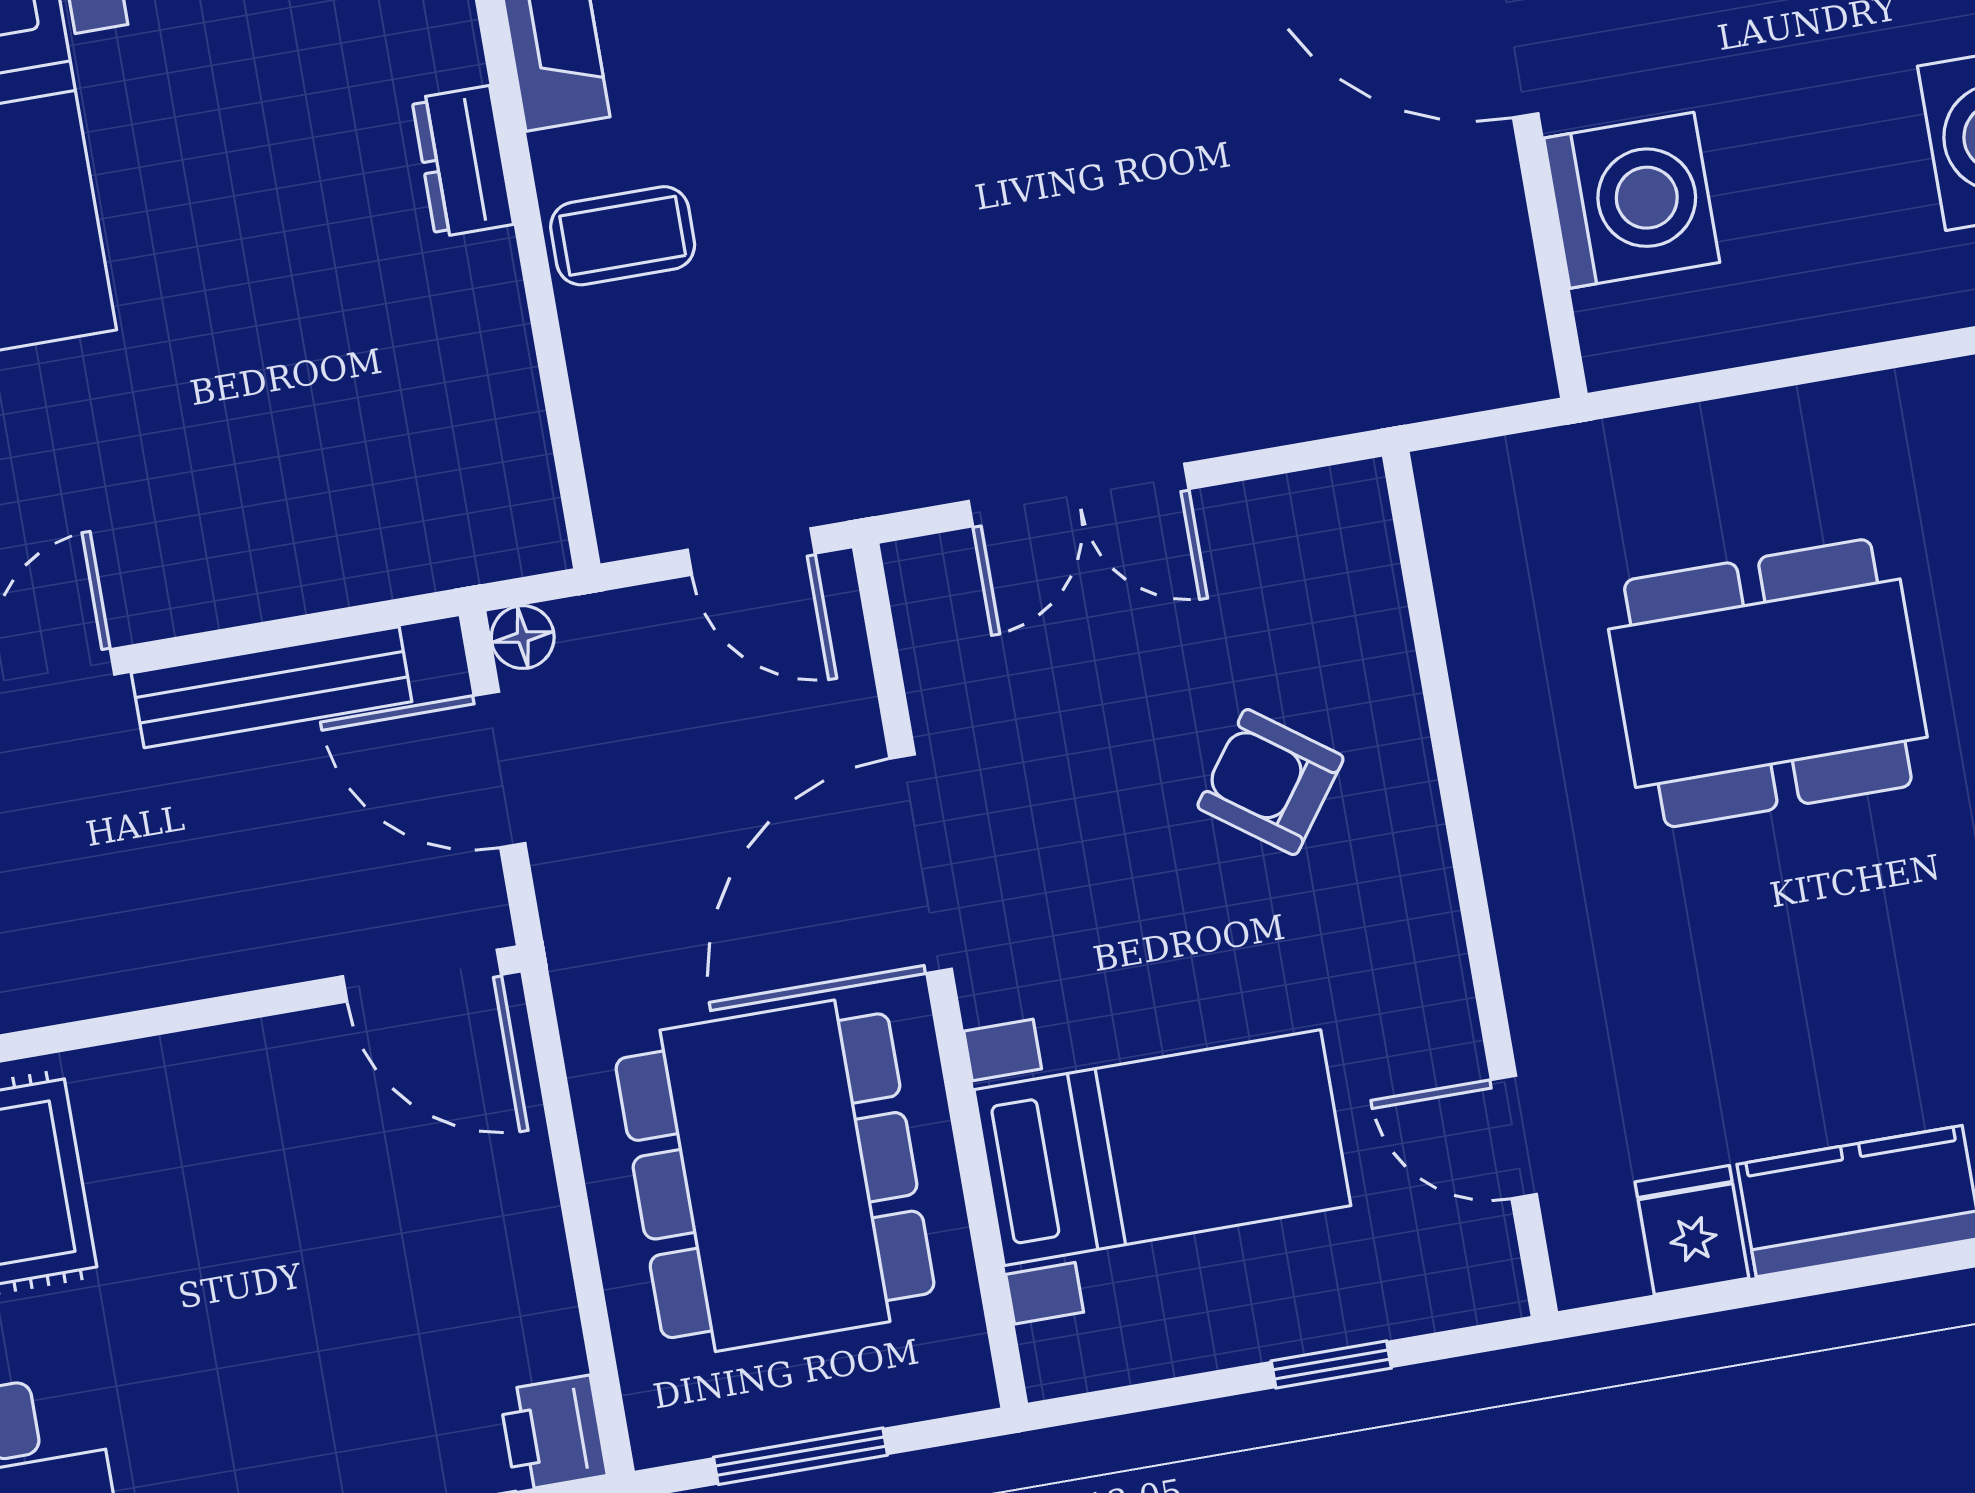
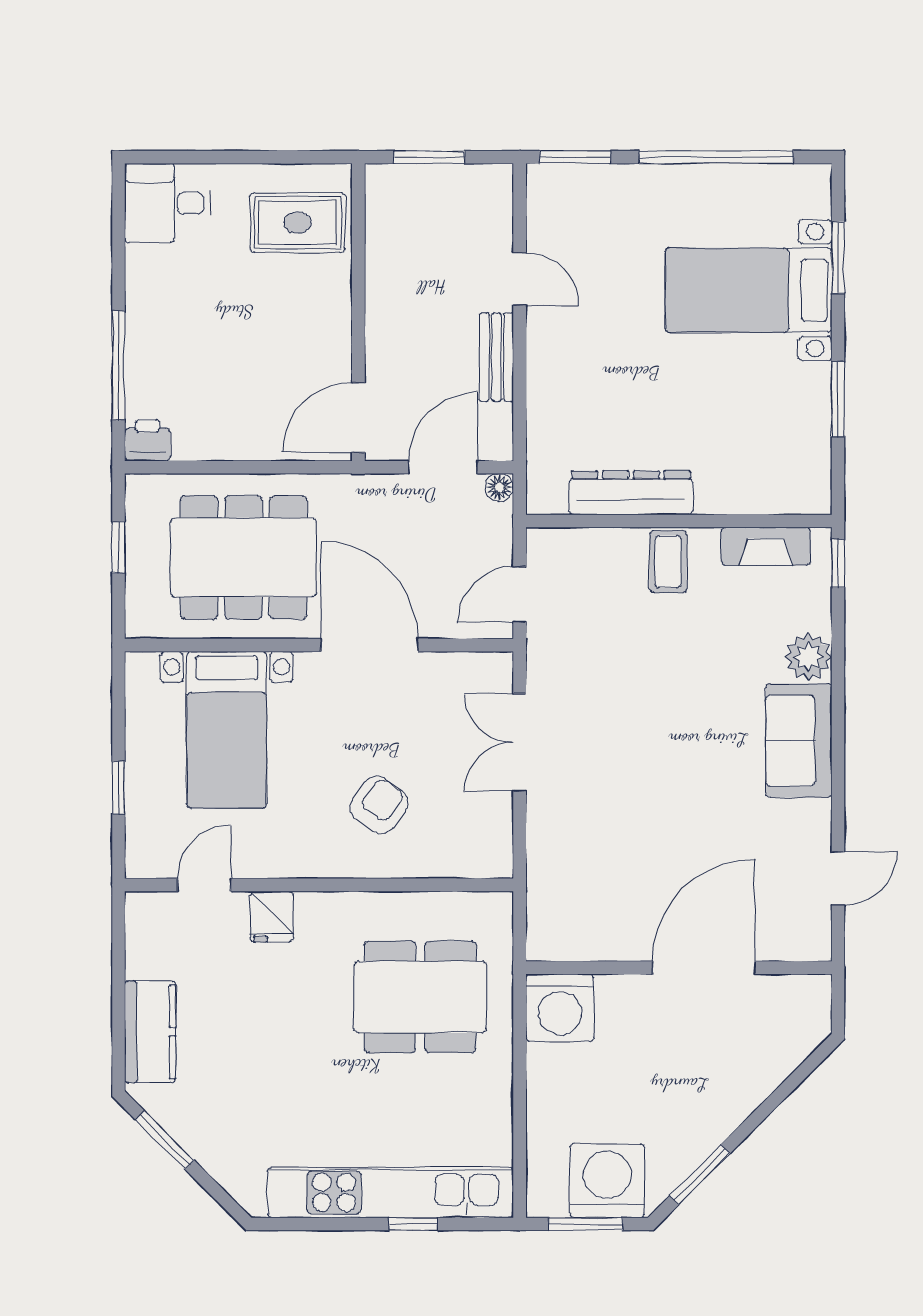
dresser: (463, 162) -> (631, 493), moved, width x1.96, depth x1.24
washing machine: (1632, 200) -> (560, 1008), moved
dining table: (1768, 683) -> (420, 997), moved, turned 90
bench: (272, 687) -> (496, 357), width x0.73
fridge: (1692, 1230) -> (272, 917), moved, turned 90
window: (801, 1456) -> (118, 547), width x0.67

